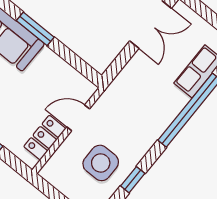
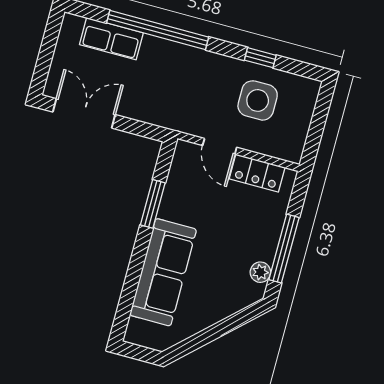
window: (35, 29) -> (153, 204), moved

